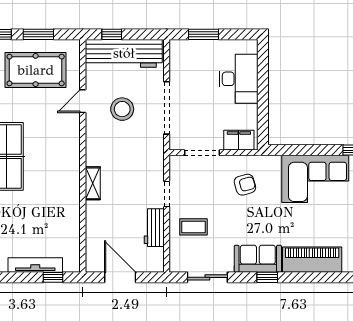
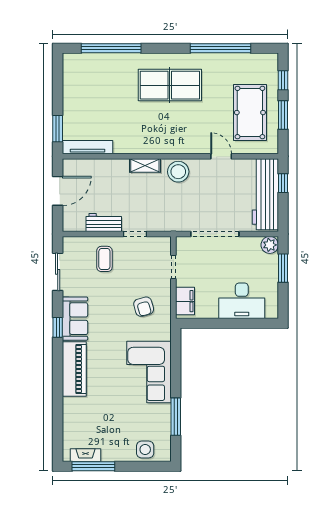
plant: (178, 49) -> (270, 245), added
stool: (122, 109) -> (178, 172), moved
doorway: (202, 153) -> (173, 267), width x0.73
tv unit: (35, 265) -> (88, 147), moved, turned -90
window: (53, 277) -> (58, 129), width x1.50

